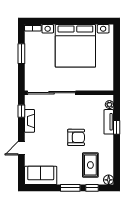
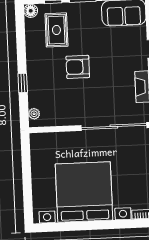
tv unit: (109, 122) -> (34, 90), removed

